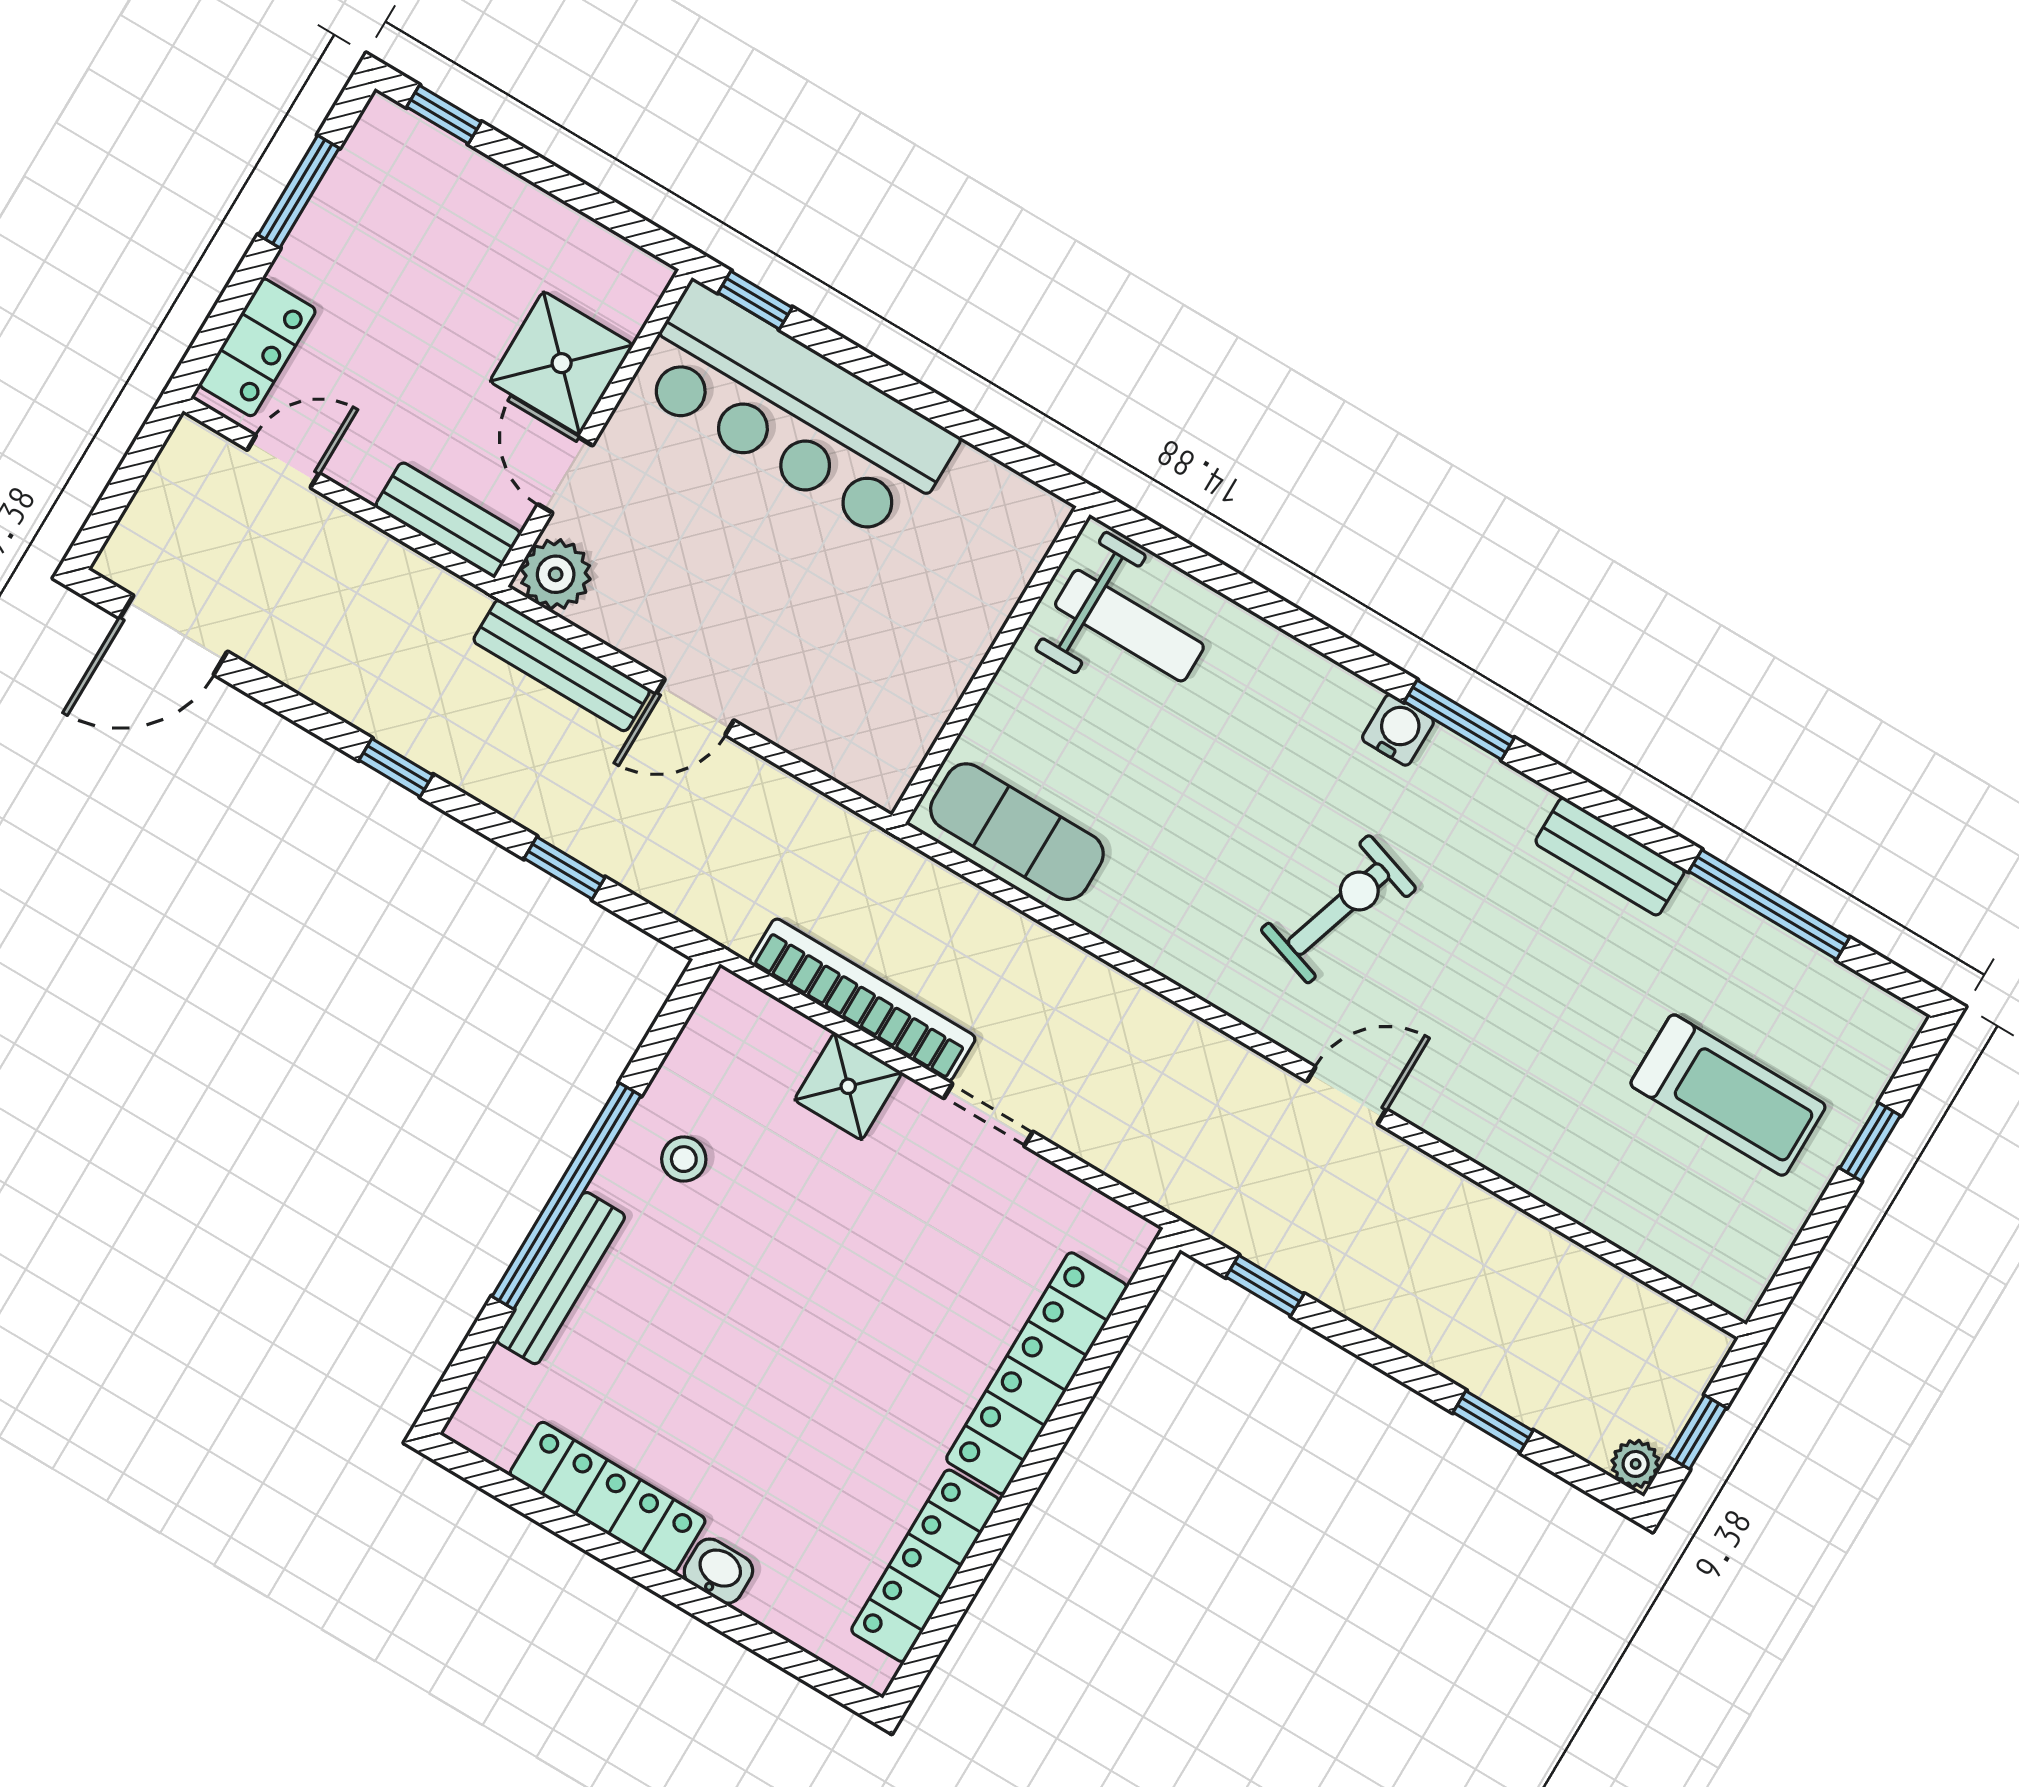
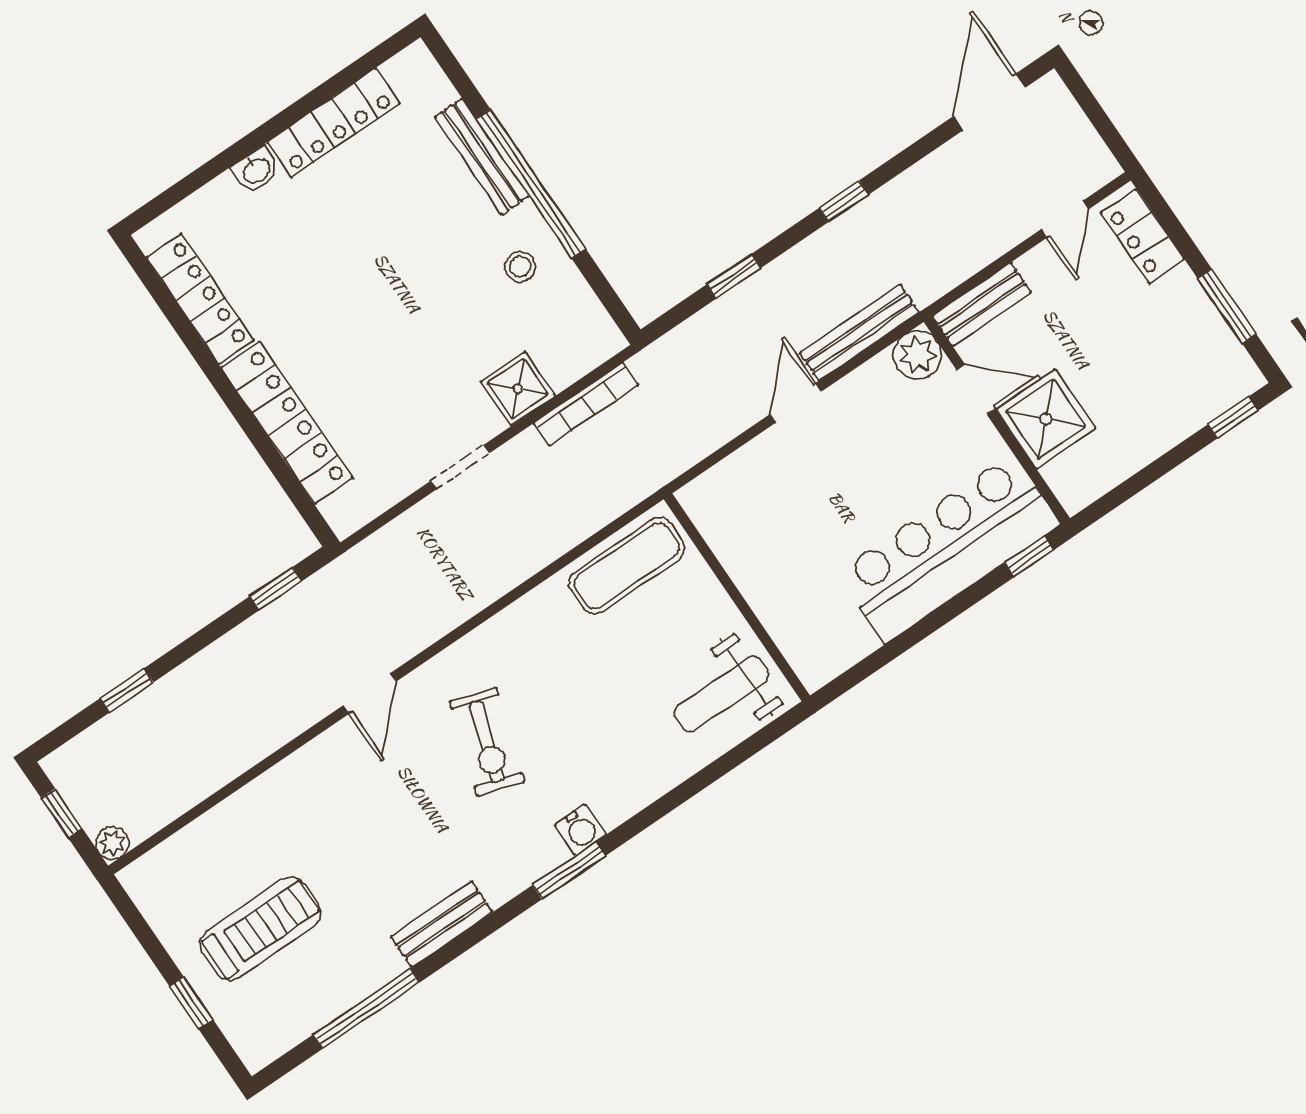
bookcase: (862, 1000) -> (586, 404), width x0.68, depth x0.76
treadmill: (1728, 1095) -> (261, 929), turned 180
plant: (1636, 1464) -> (112, 843), moved

